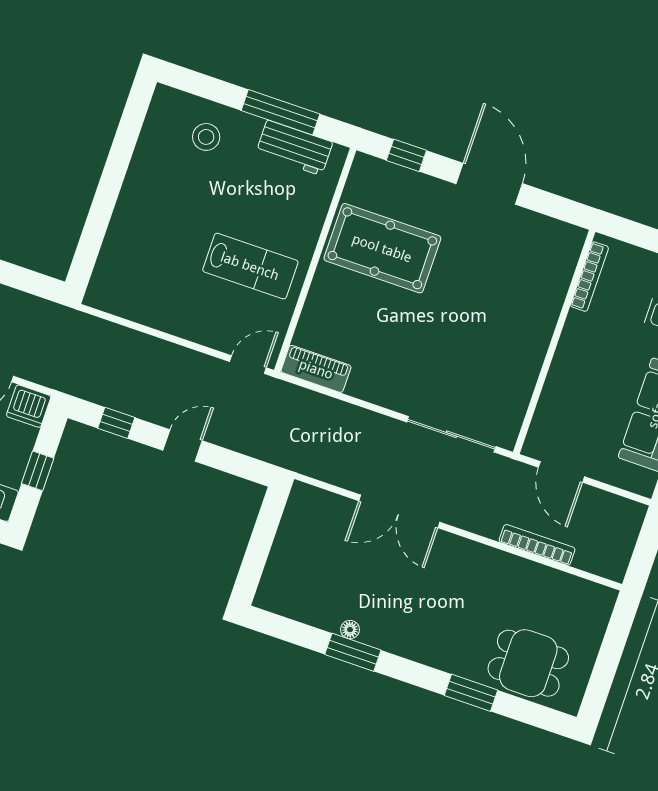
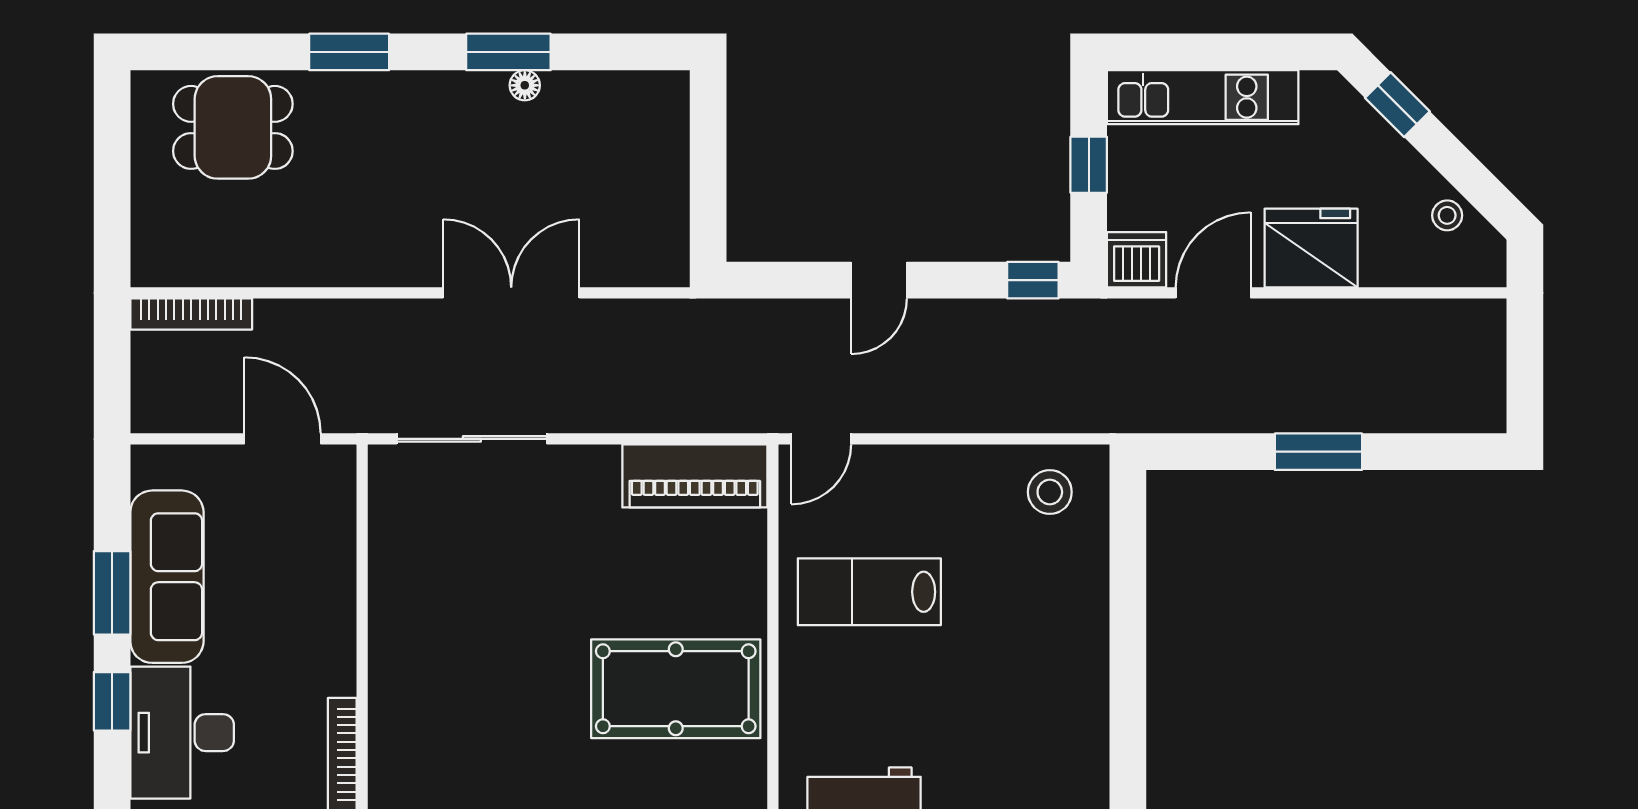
stool: (206, 137) -> (1050, 492), moved
piano: (316, 369) -> (695, 476), width x1.37, depth x1.33
window: (116, 423) -> (1033, 280), moved
bookcase: (537, 545) -> (191, 314), moved
window: (471, 693) -> (349, 52), moved

